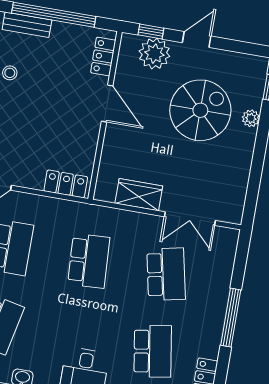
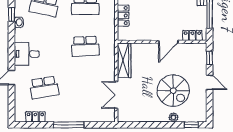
plant: (154, 54) -> (198, 62), removed
locker: (66, 184) -> (123, 16), moved
wardrobe: (139, 195) -> (124, 60), width x1.50
school desk: (166, 274) -> (85, 87), removed

